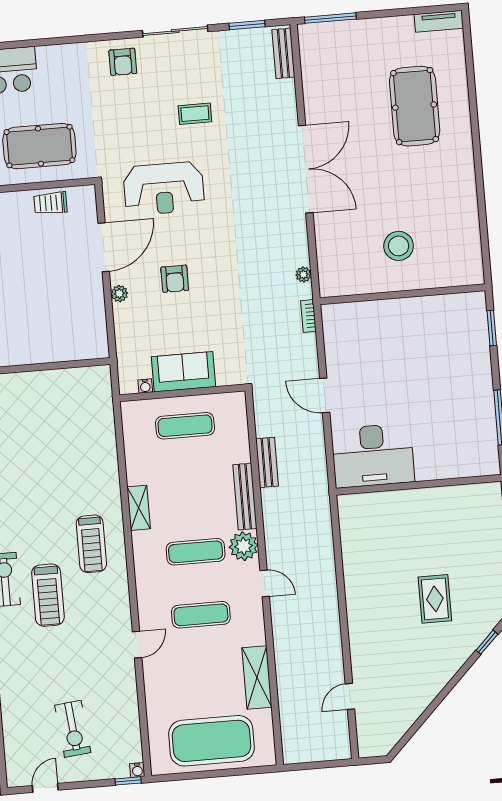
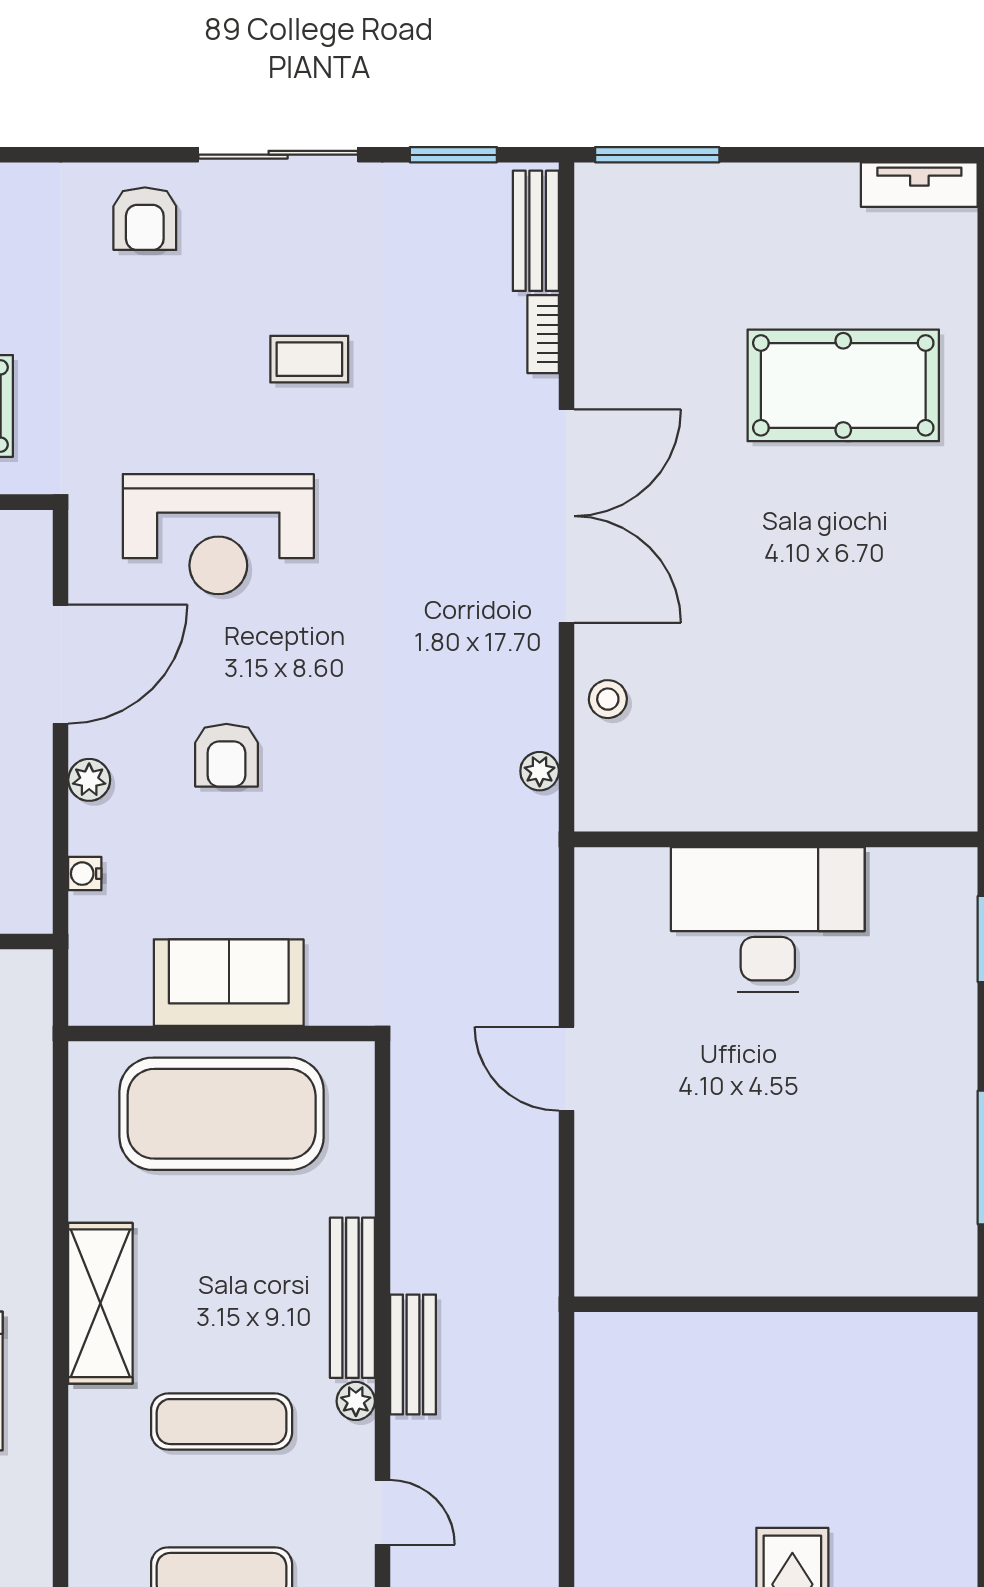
pool table: (415, 106) -> (843, 385), turned 90
stool: (399, 246) -> (608, 699), moved, width x0.53, depth x0.53
bookcase: (308, 316) -> (543, 334), moved
water cooler: (145, 386) -> (85, 874), moved, turned 90
exercise mat: (185, 426) -> (222, 1114), width x2.00, depth x1.45
desk: (373, 456) -> (768, 920), moved, turned 180
bench: (267, 462) -> (413, 1355), moved
shelving: (139, 508) -> (100, 1303), width x1.50, depth x1.33
plant: (244, 546) -> (356, 1401), width x0.53, depth x0.53

